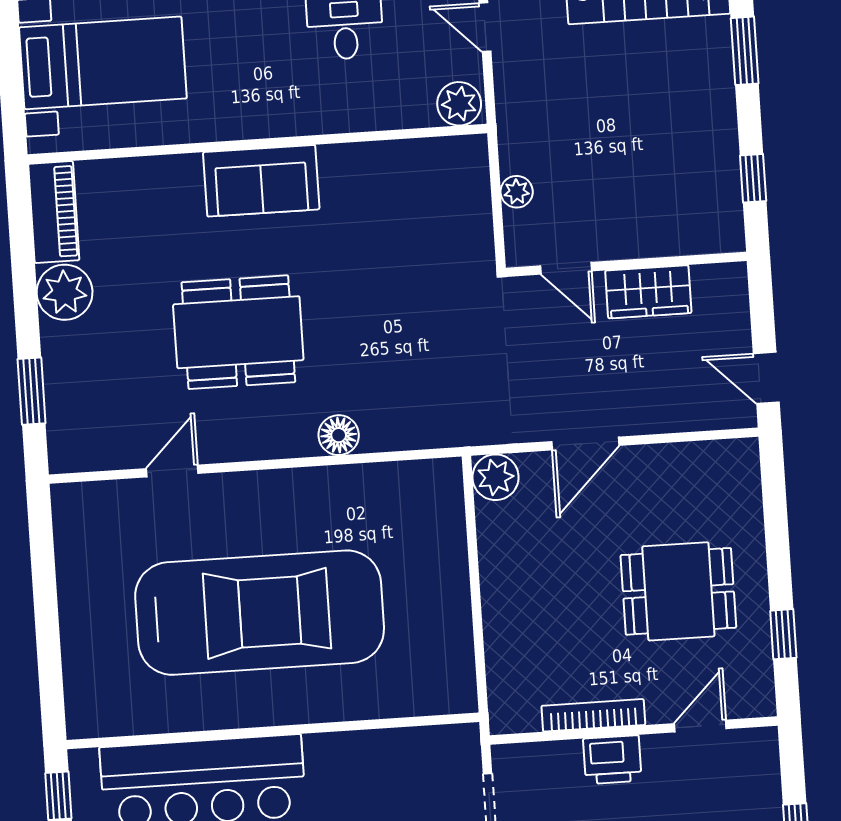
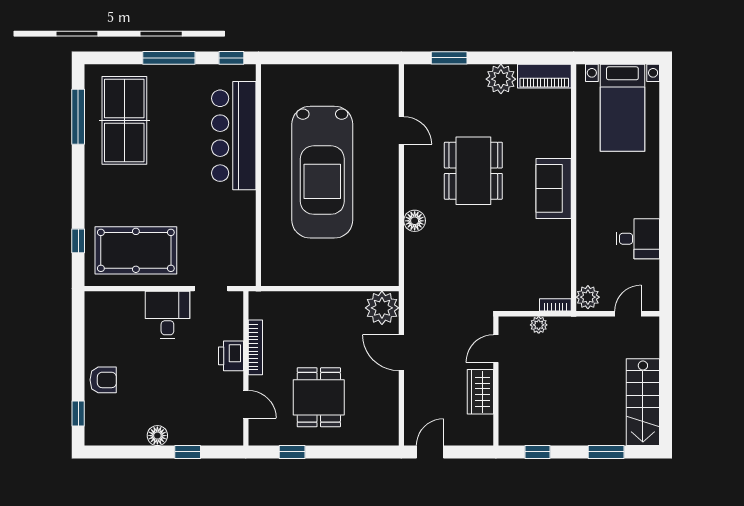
bookcase: (478, 163) -> (555, 305), added
plant: (496, 477) -> (382, 308), width x1.36, depth x1.36

